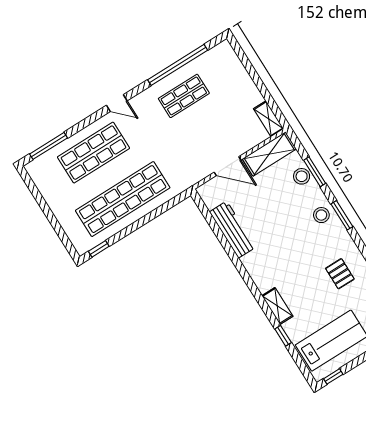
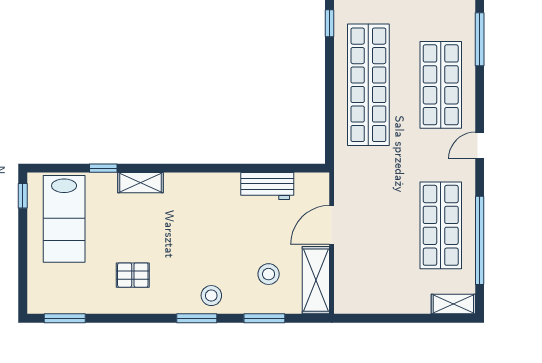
shop shelf: (184, 96) -> (441, 225), width x1.43, depth x1.36
shelving: (269, 119) -> (453, 304), moved
stool: (302, 176) -> (269, 274), moved
workbench: (232, 230) -> (267, 186), width x0.73

